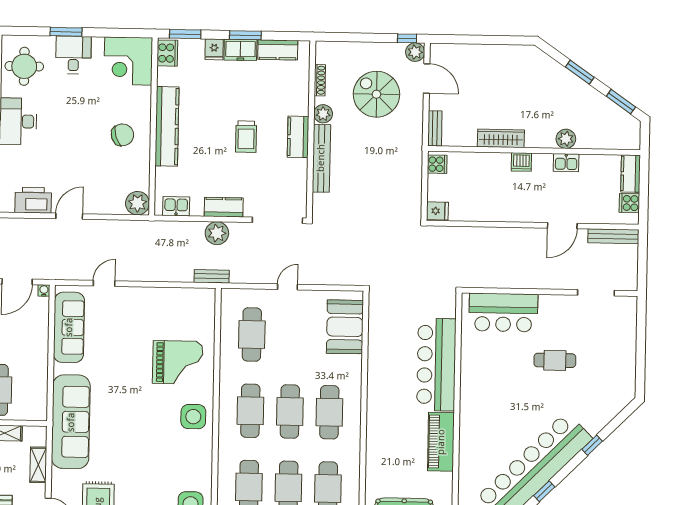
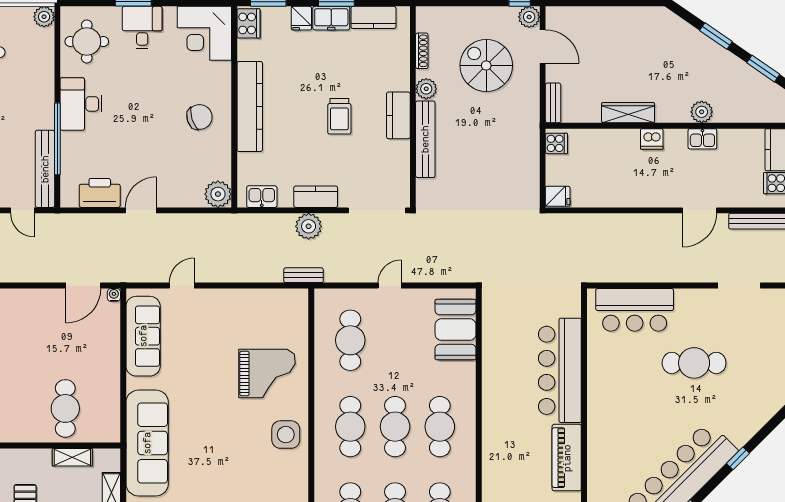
cafe table: (555, 360) -> (694, 363), width x1.37, depth x1.35

